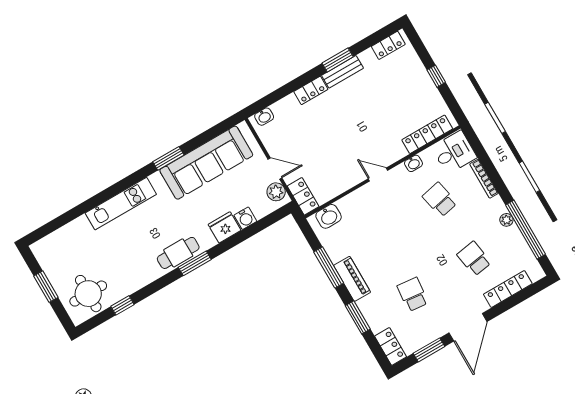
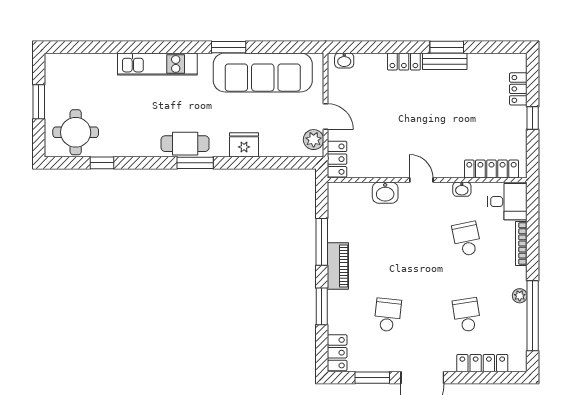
locker: (388, 45) -> (518, 89), moved, turned 90
washbasin: (329, 216) -> (385, 193), moved
water cooler: (245, 218) -> (269, 148), removed

